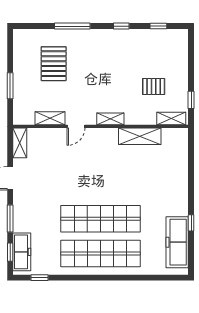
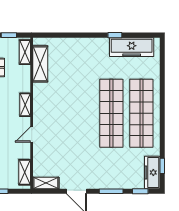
shelving: (50, 118) -> (25, 172), moved
door: (76, 126) -> (32, 134), swing flipped
shelving: (140, 136) -> (40, 64), moved
freezer: (22, 252) -> (152, 172), moved, turned -90

